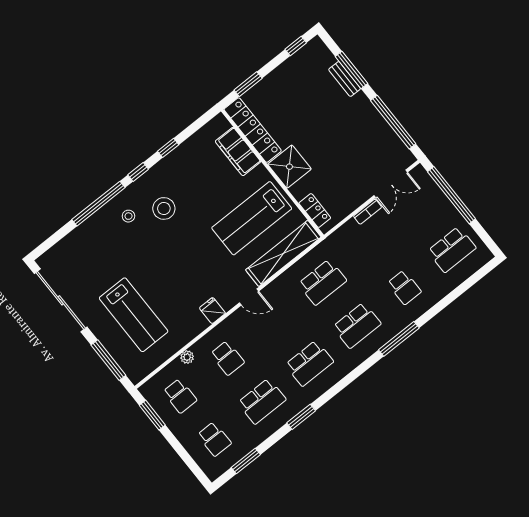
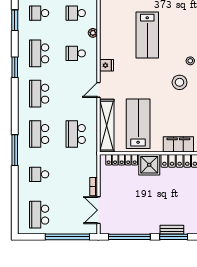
locker: (315, 211) -> (122, 160), width x1.53
lab bench: (134, 315) -> (147, 35), moved, turned -90

